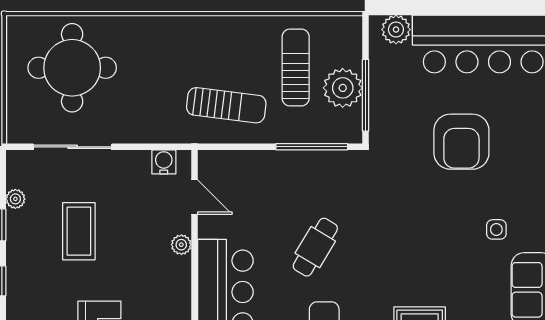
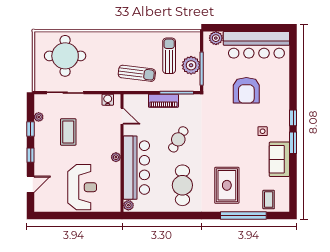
piano: (283, 164) -> (163, 101), added
plant: (181, 245) -> (116, 157), moved

